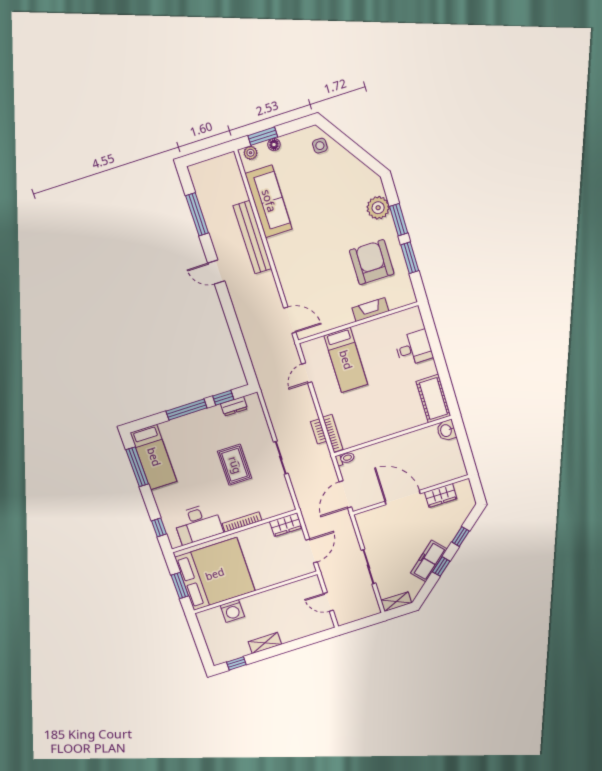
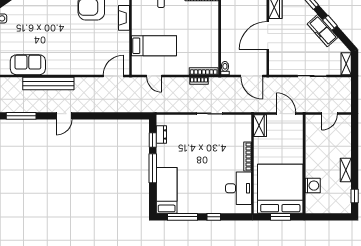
sofa: (269, 201) -> (28, 65), width x0.73
bed: (154, 457) -> (167, 190), moved, turned -90
rug: (235, 465) -> (204, 148), removed
window: (159, 527) -> (214, 217), moved

